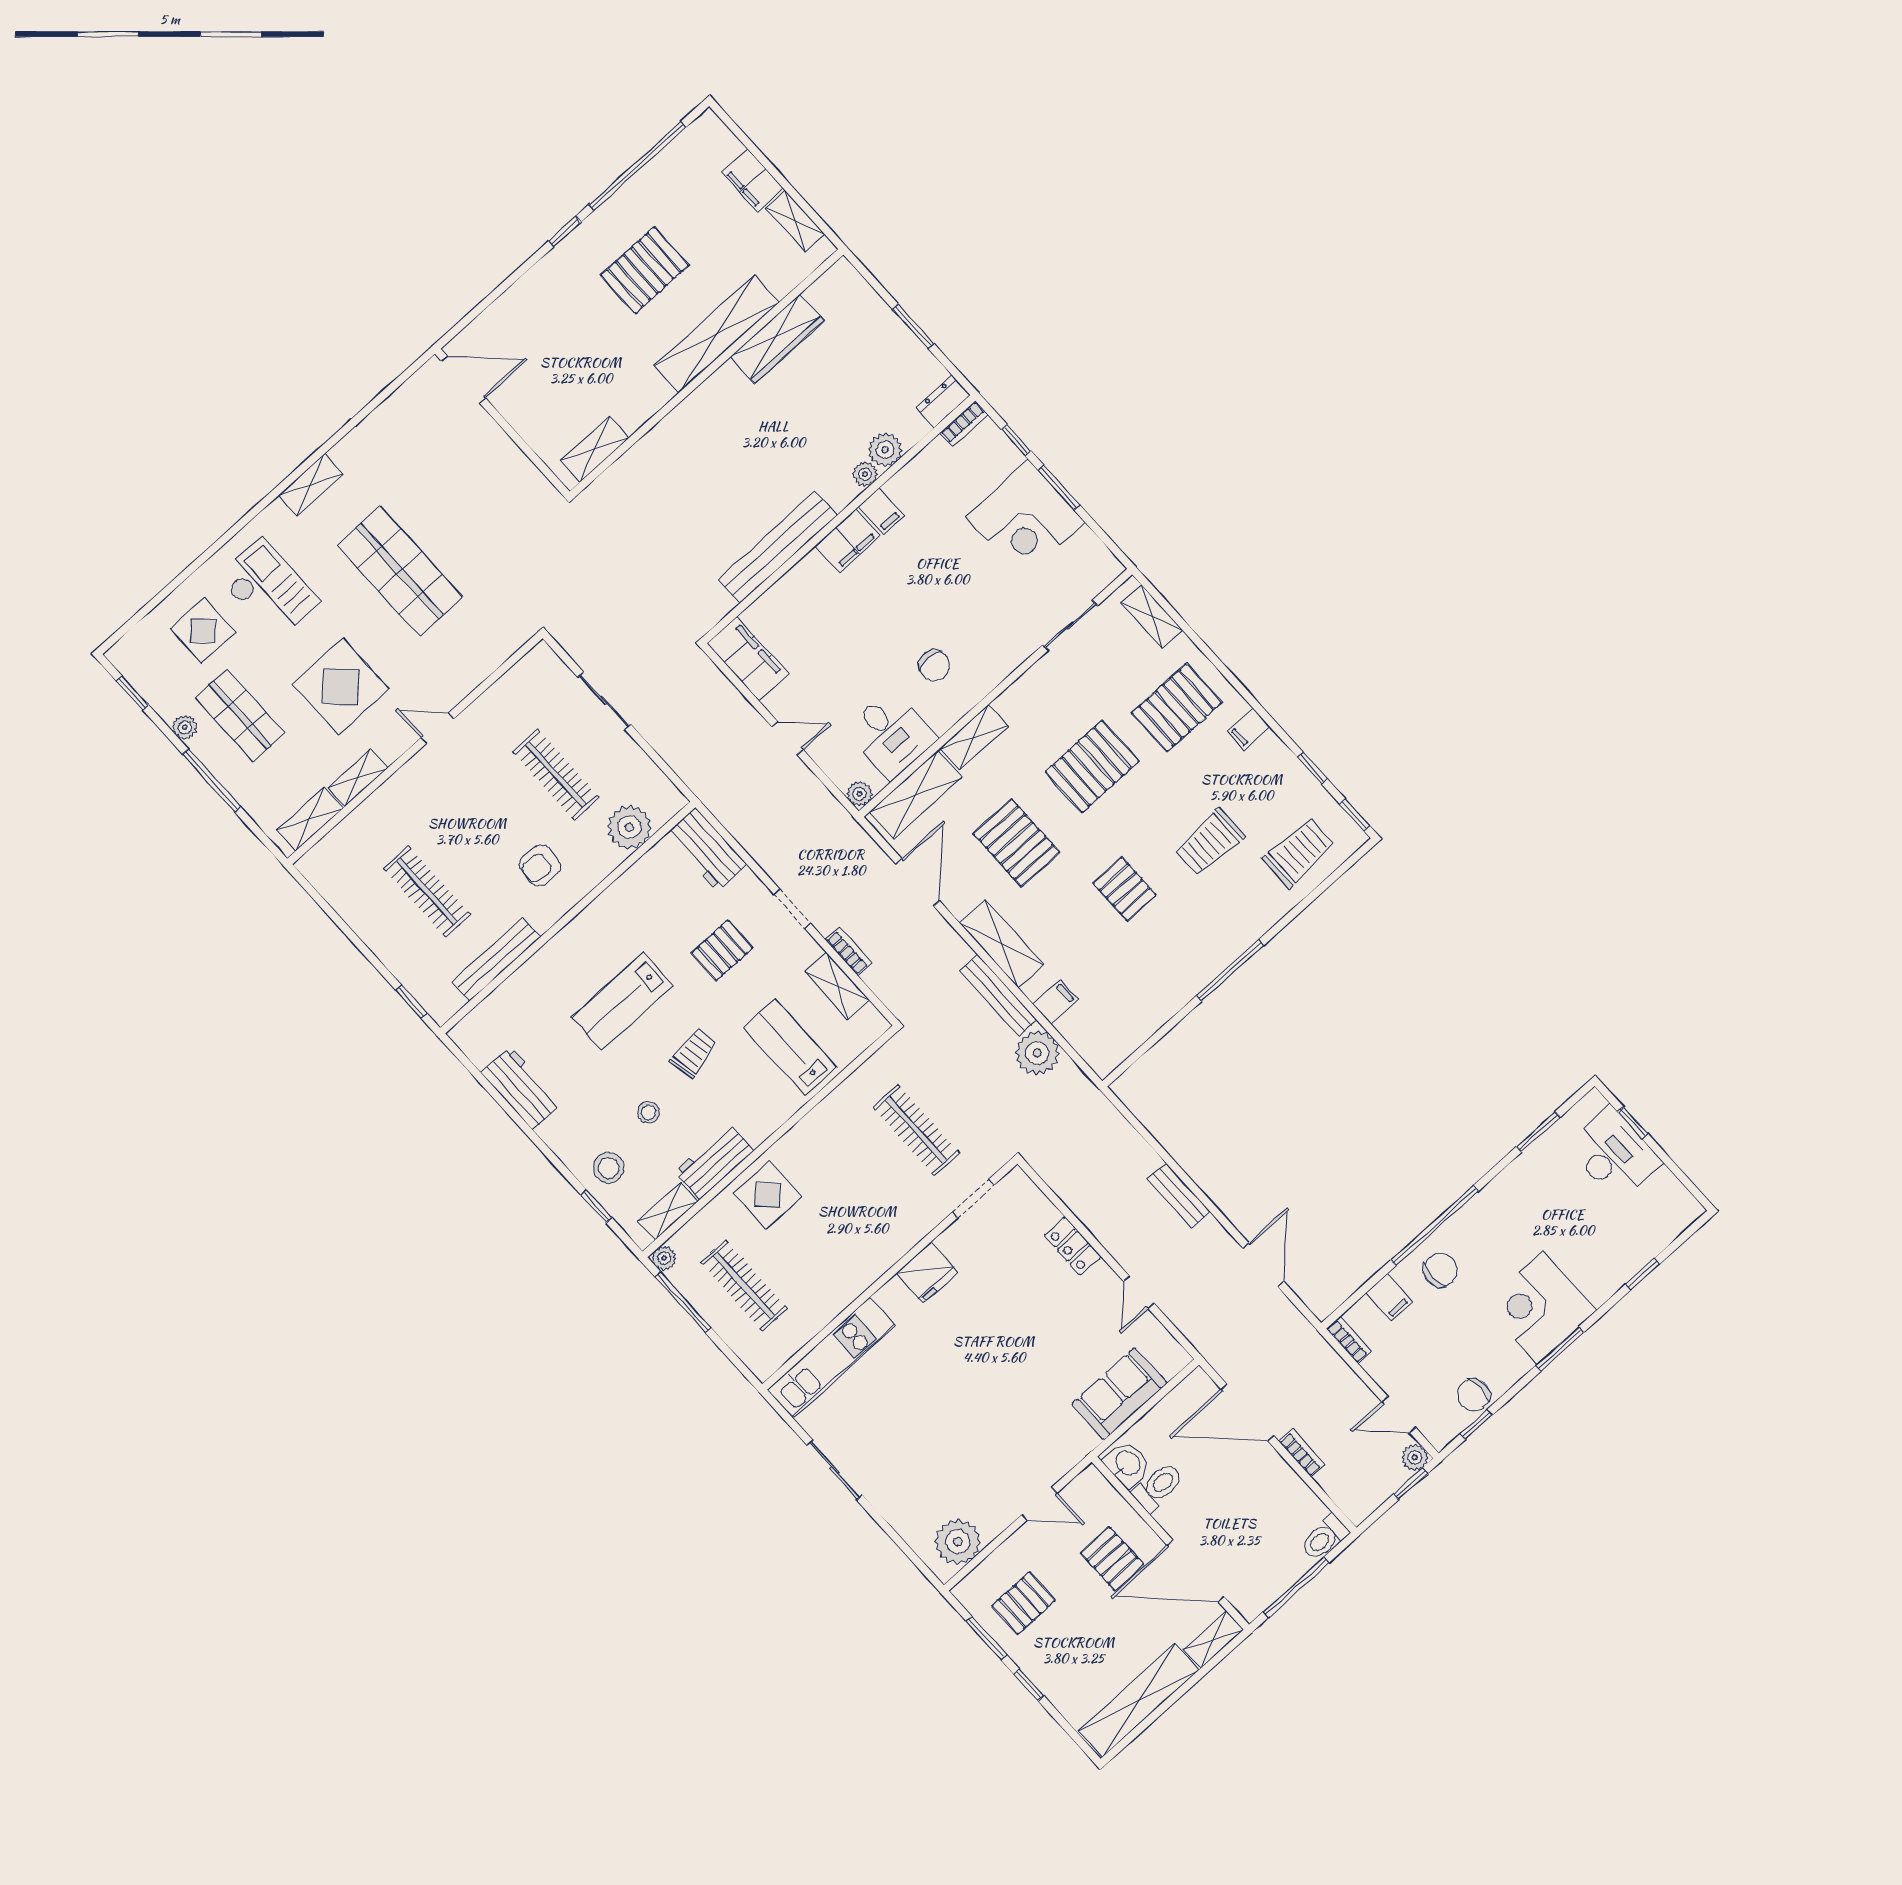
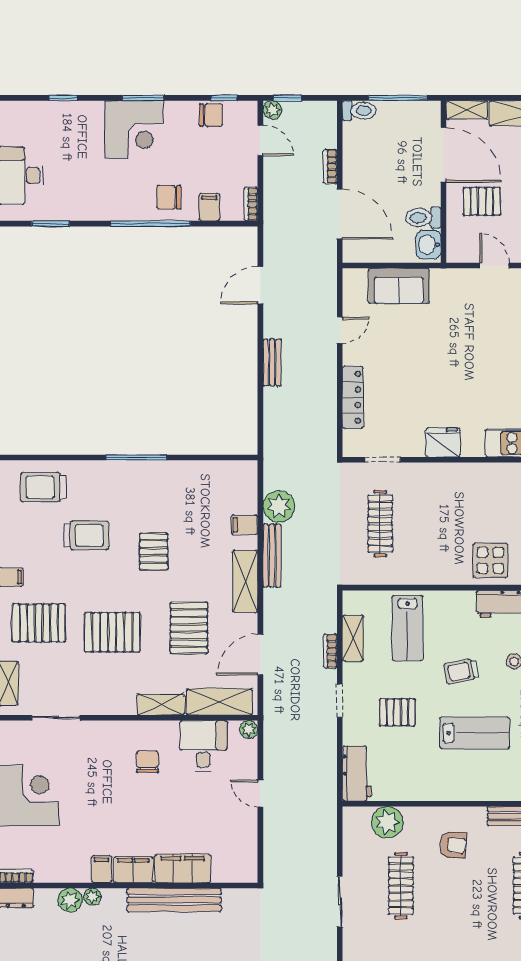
filing cabinet: (748, 659) -> (183, 868), moved, turned 90
locker: (1073, 1246) -> (353, 397), width x1.53
pallet: (1112, 1559) -> (482, 201), turned 90

